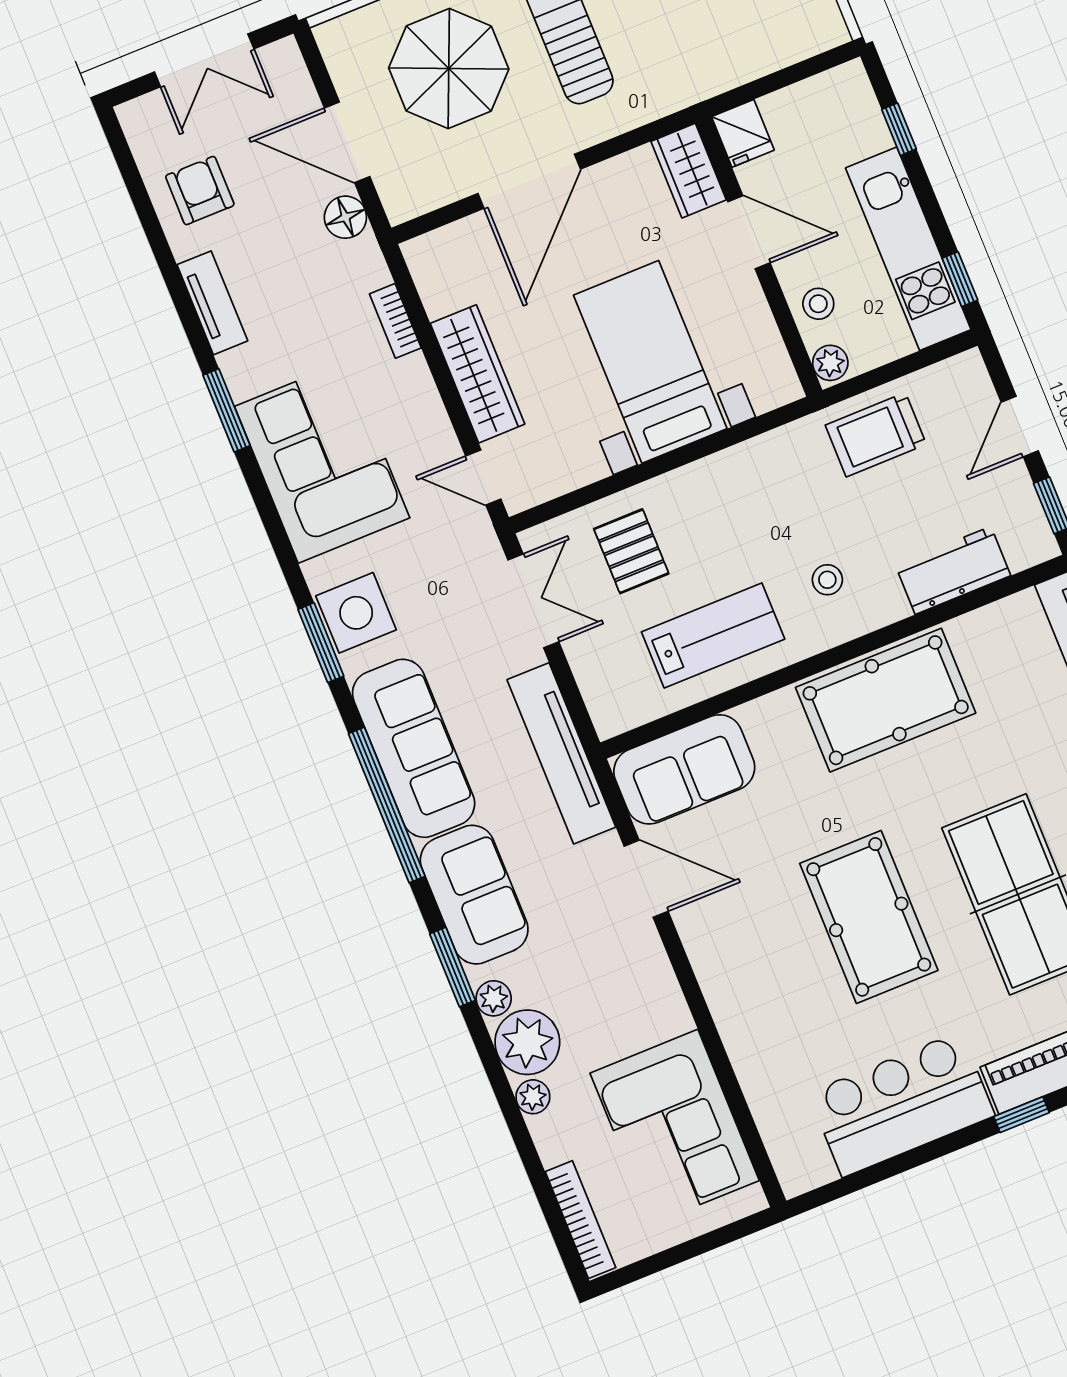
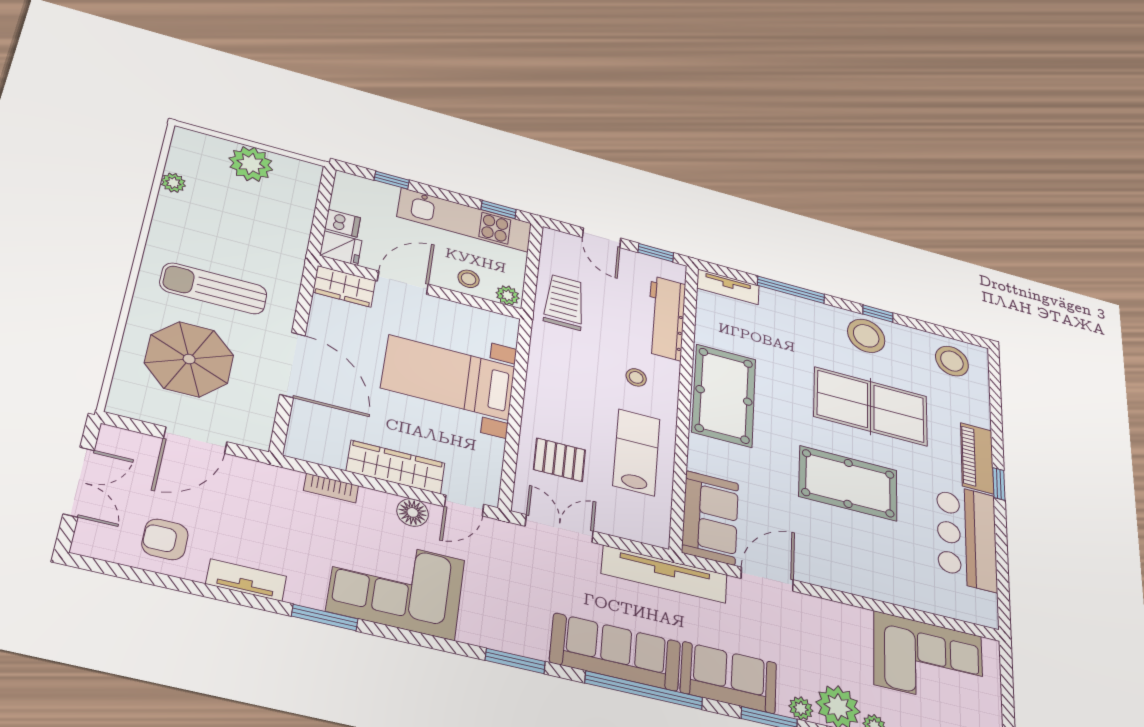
dishwasher: (783, 113) -> (342, 223), added
floor lamp: (345, 217) -> (413, 512), moved
trolley: (876, 435) -> (564, 302), turned 180
workbench: (953, 570) -> (666, 318), width x1.38
side table: (356, 613) -> (508, 629), removed

